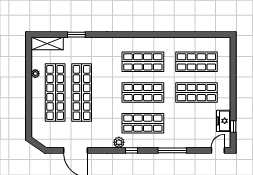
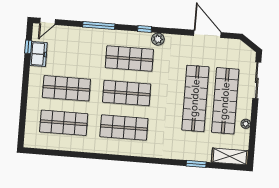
sliding door: (29, 113) -> (257, 80), added

